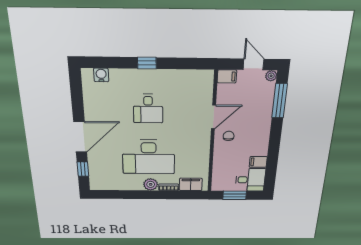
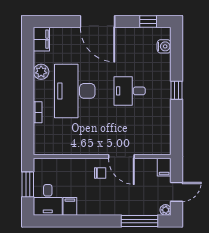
window: (83, 169) -> (148, 21), moved
plant: (151, 184) -> (41, 72), moved
filing cabinet: (191, 184) -> (41, 39), moved

